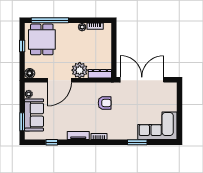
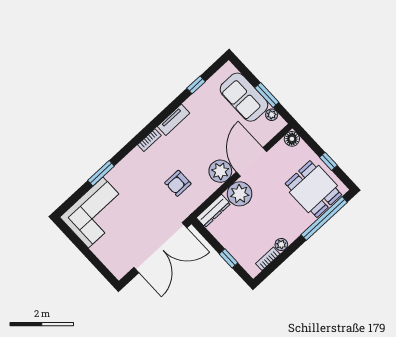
window: (114, 44) -> (229, 258), added
plant: (79, 90) -> (220, 171), added
window: (22, 122) -> (267, 95), moved

